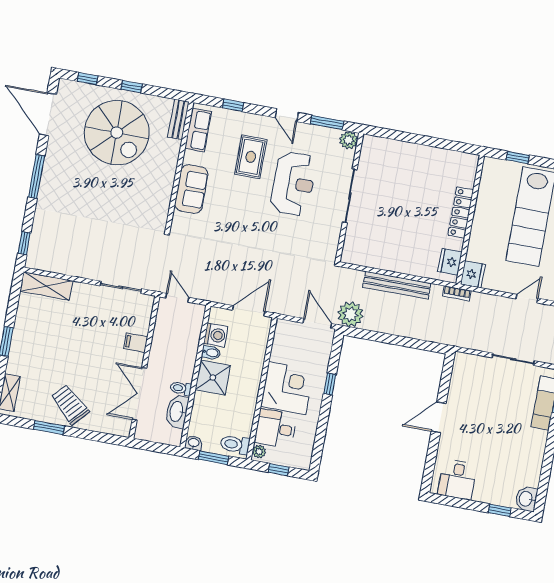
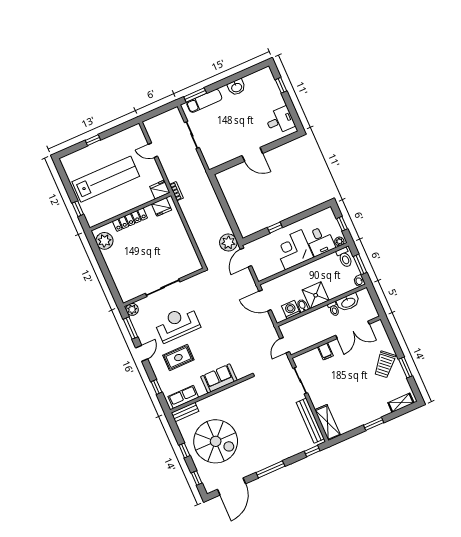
spiral stairs: (117, 133) -> (216, 441), turned 90
plant: (456, 163) -> (104, 241), added
bench: (397, 285) -> (310, 421), moved
washbasin: (526, 499) -> (236, 87), moved

